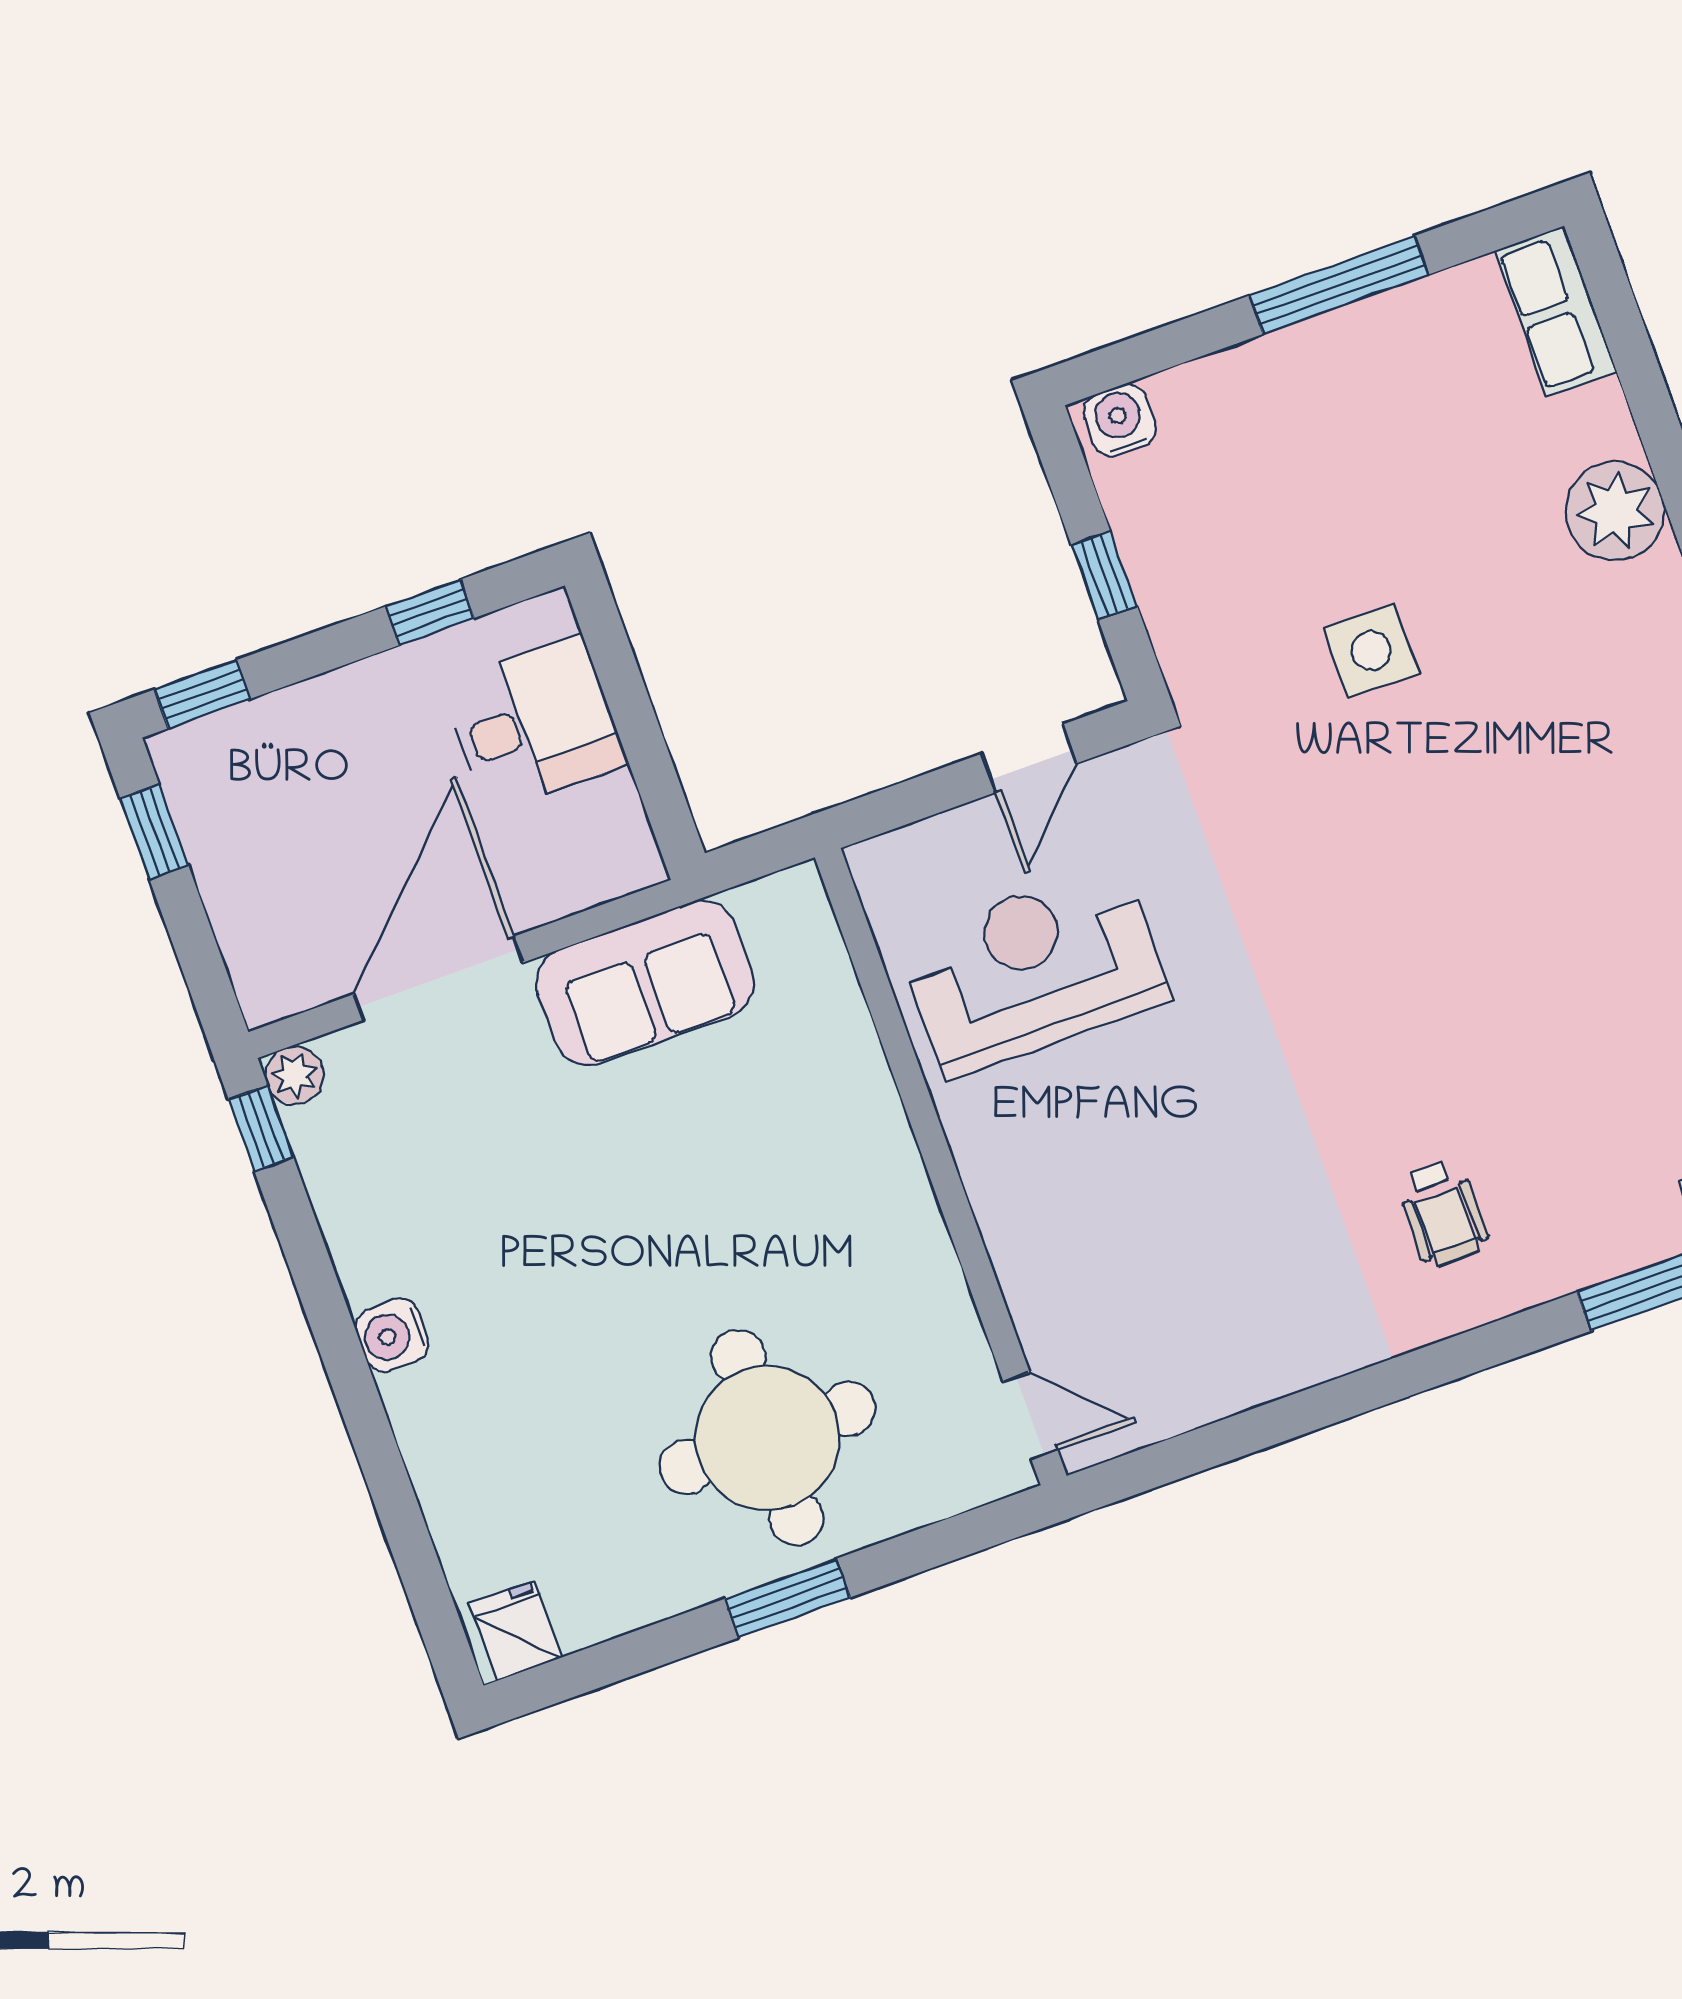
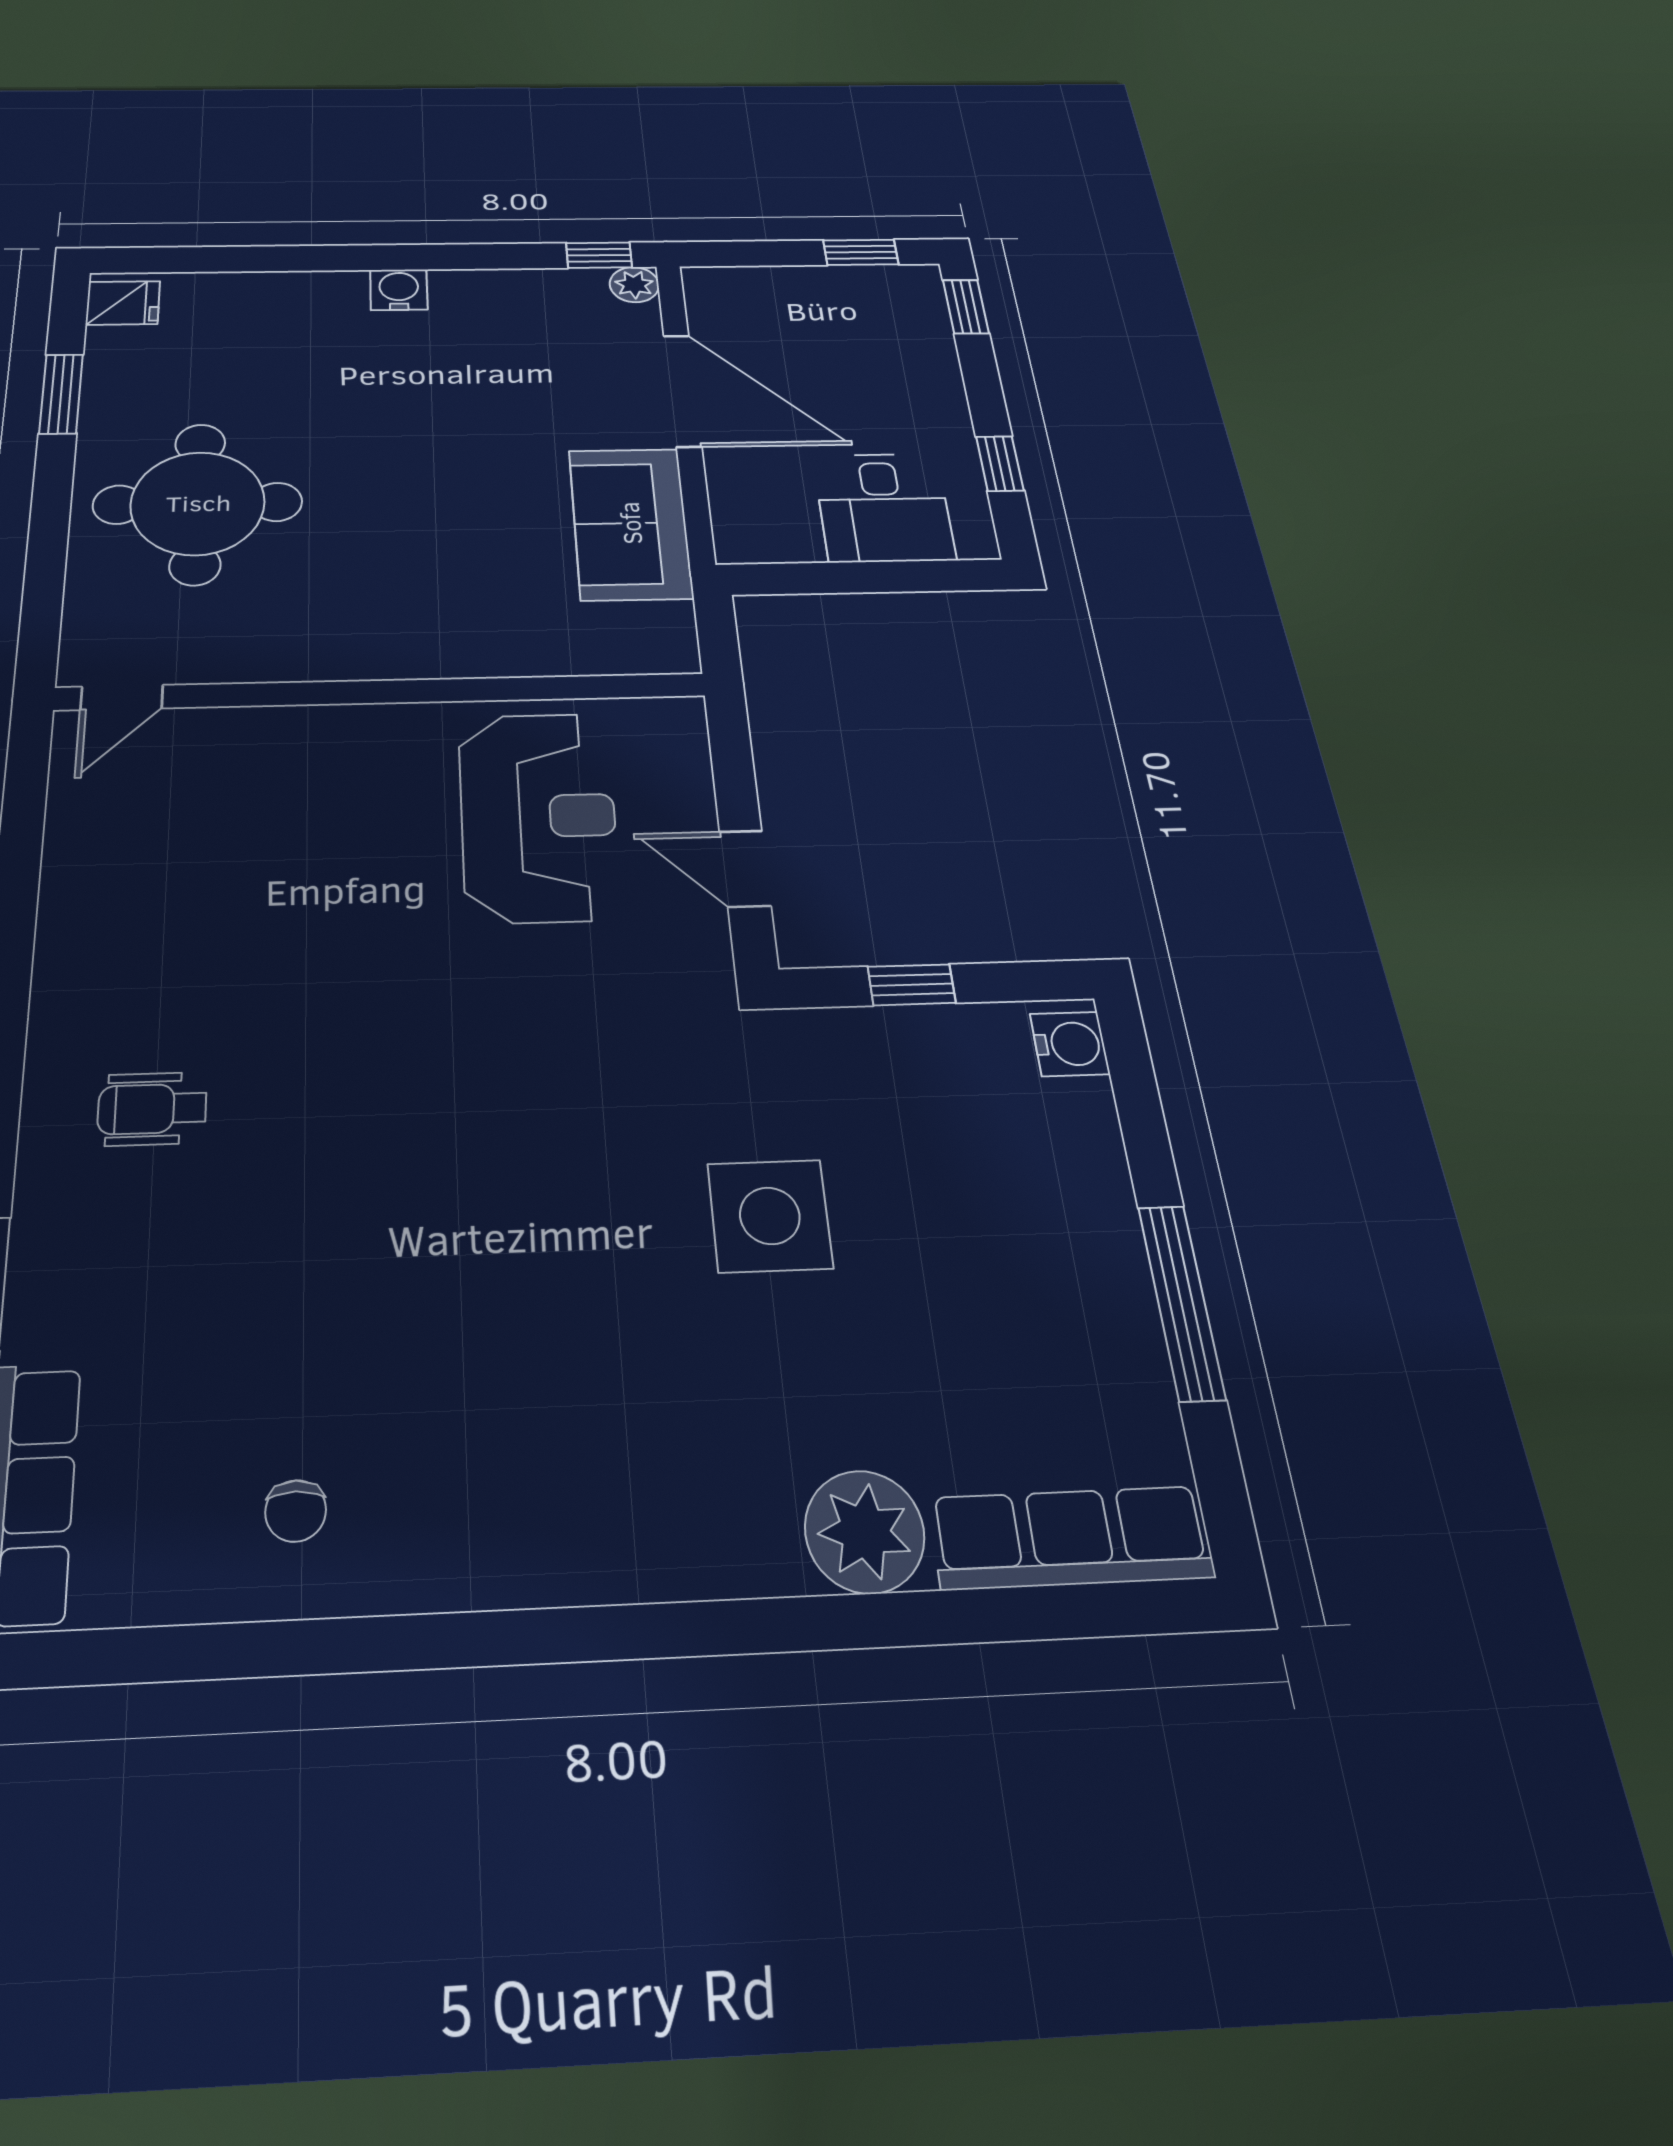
row of seats: (1556, 311) -> (1071, 1538), width x1.48
side table: (1371, 651) -> (770, 1216), width x1.37, depth x1.37
window: (787, 1598) -> (61, 394), moved

